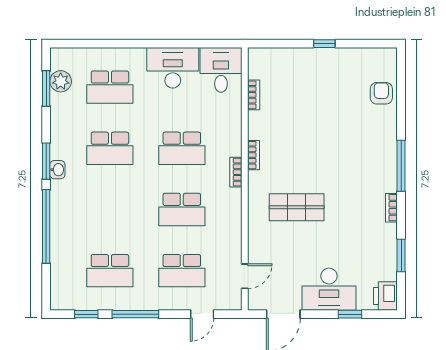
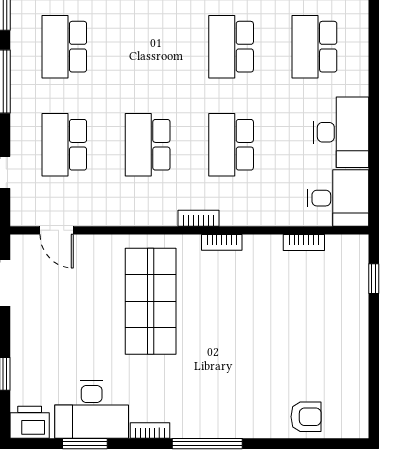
window: (324, 44) -> (374, 279), moved
shop shelf: (297, 207) -> (151, 301), width x1.43, depth x1.36
desk: (329, 289) -> (92, 410), moved, turned -90

